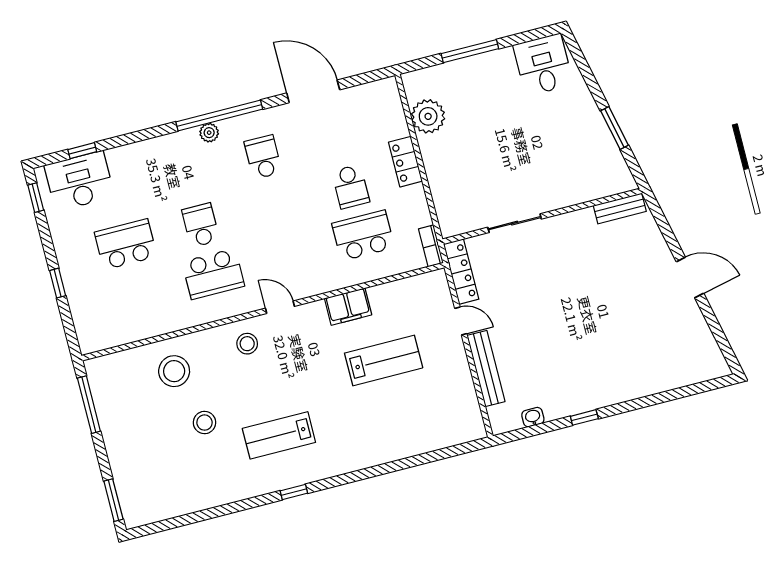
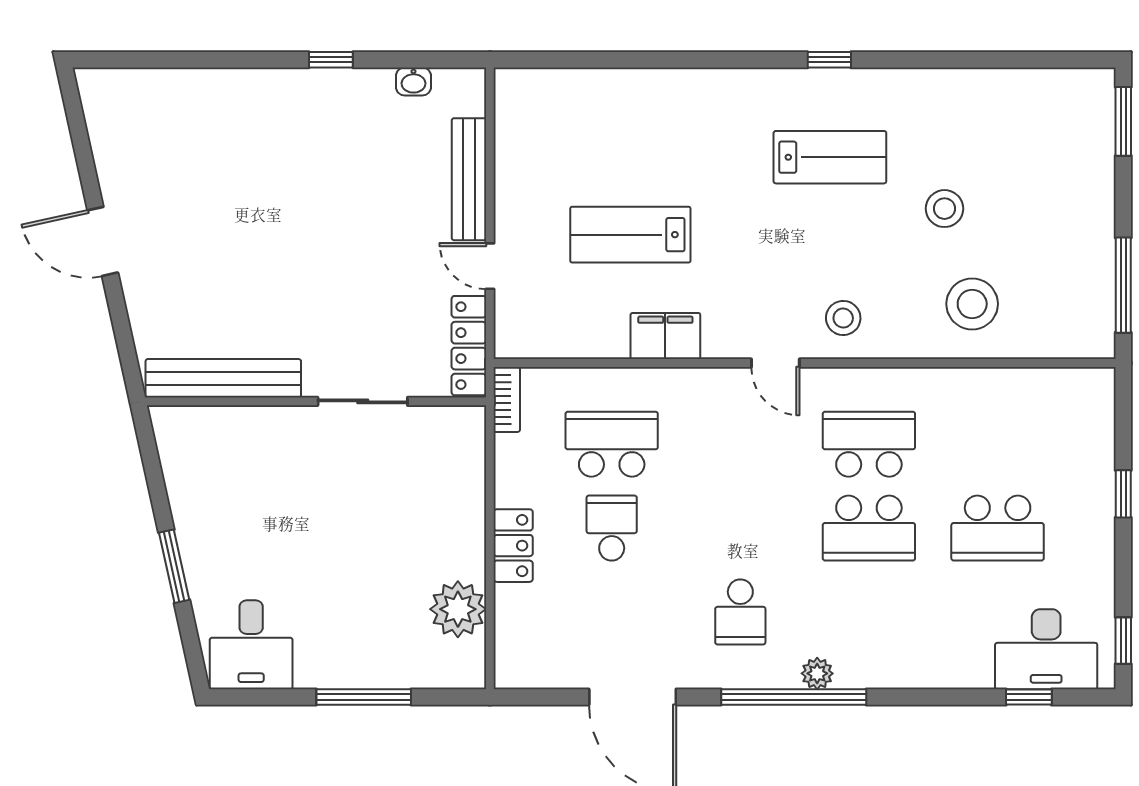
window: (614, 128) -> (174, 566), moved
bench: (620, 208) -> (223, 378), width x1.86, depth x1.21
school desk: (201, 225) -> (869, 528), width x1.85
school desk: (363, 235) -> (612, 444), turned 180

